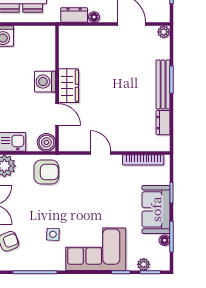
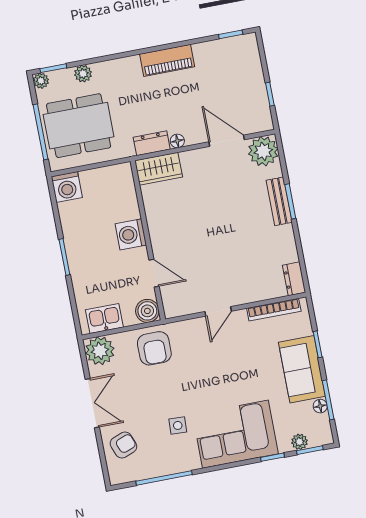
plant: (164, 32) -> (263, 151), width x1.88, depth x1.88
bench: (163, 84) -> (279, 201), width x0.73
wardrobe: (69, 86) -> (159, 169), moved, turned 90
dresser: (163, 123) -> (294, 279), moved
door: (100, 153) -> (218, 311), swing flipped
armchair: (46, 172) -> (154, 348), turned 90

